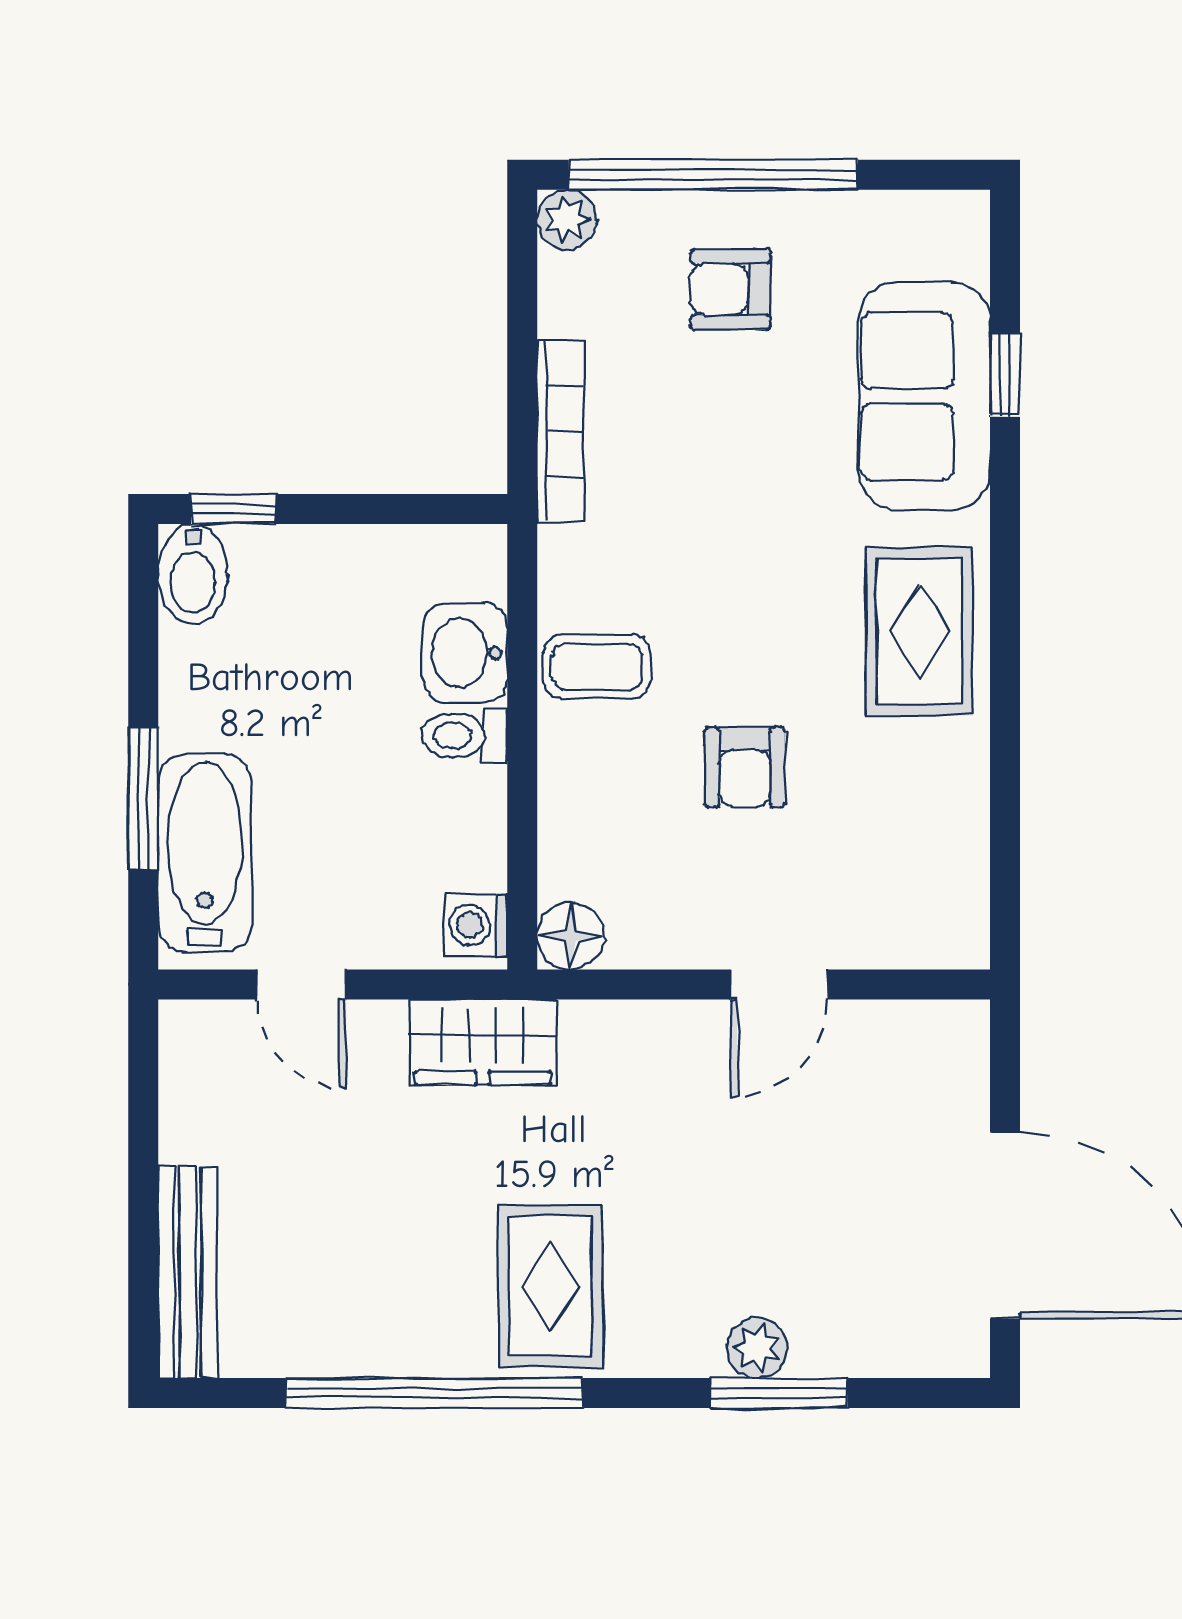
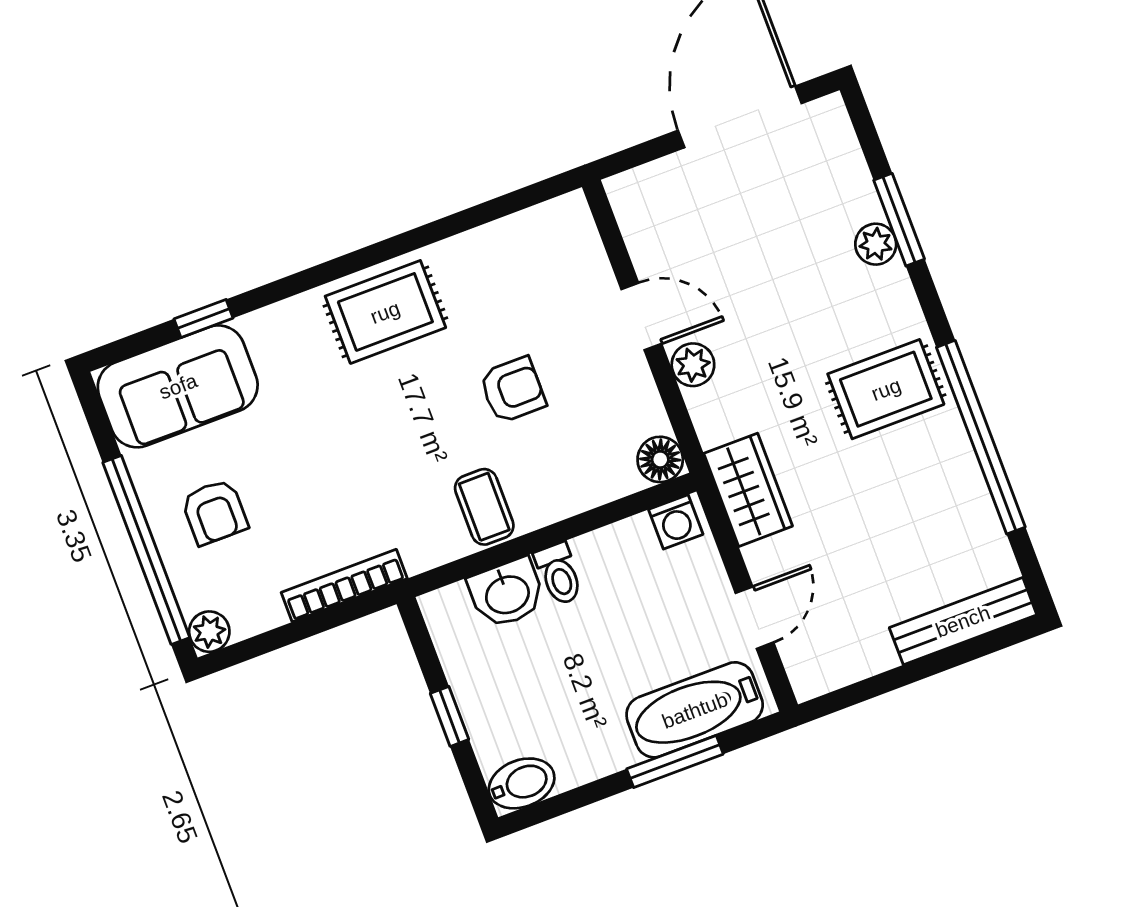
sofa: (924, 396) -> (178, 386), moved
window: (233, 509) -> (450, 716), moved
plant: (685, 1031) -> (693, 365), added

